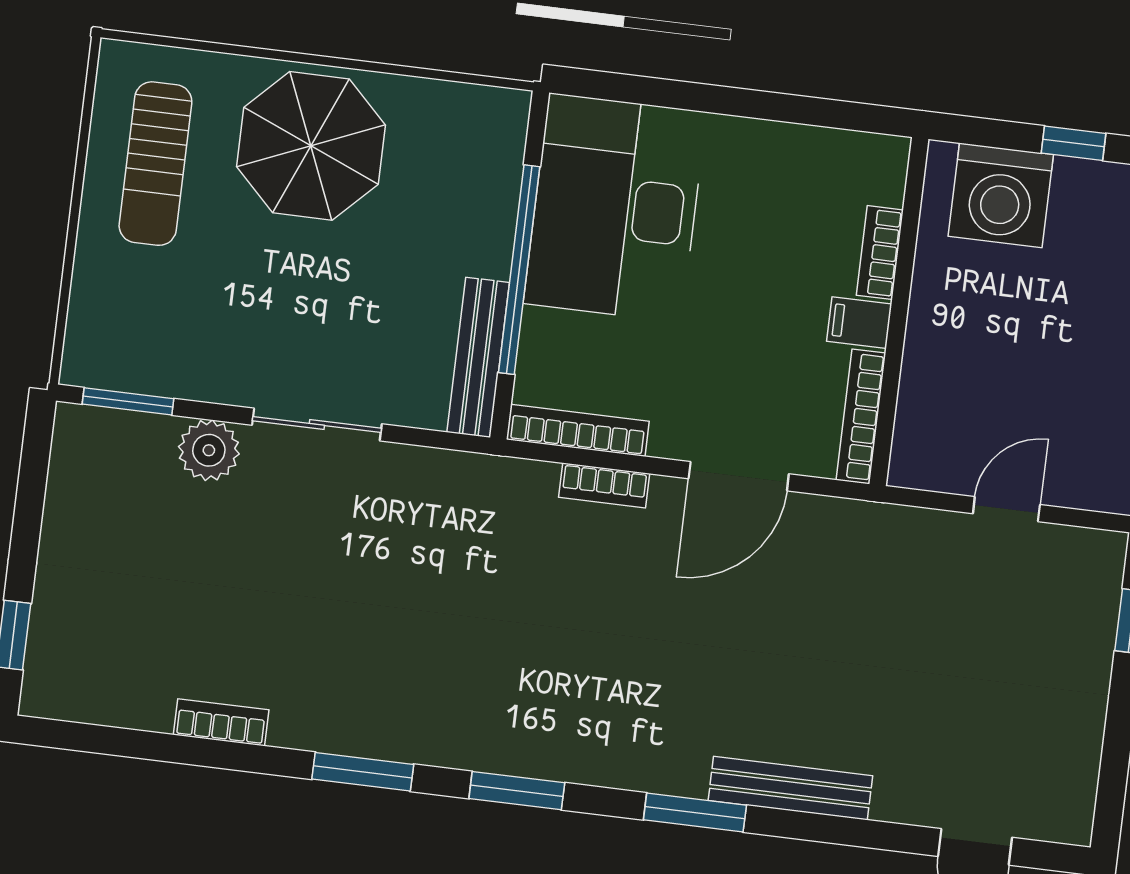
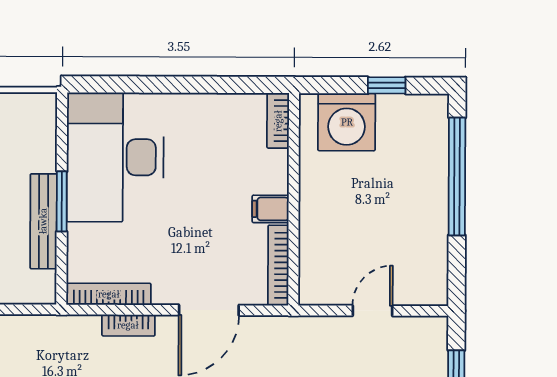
bookcase: (880, 253) -> (278, 121), moved
window: (519, 270) -> (62, 201), width x0.47
bench: (478, 357) -> (43, 221), moved

